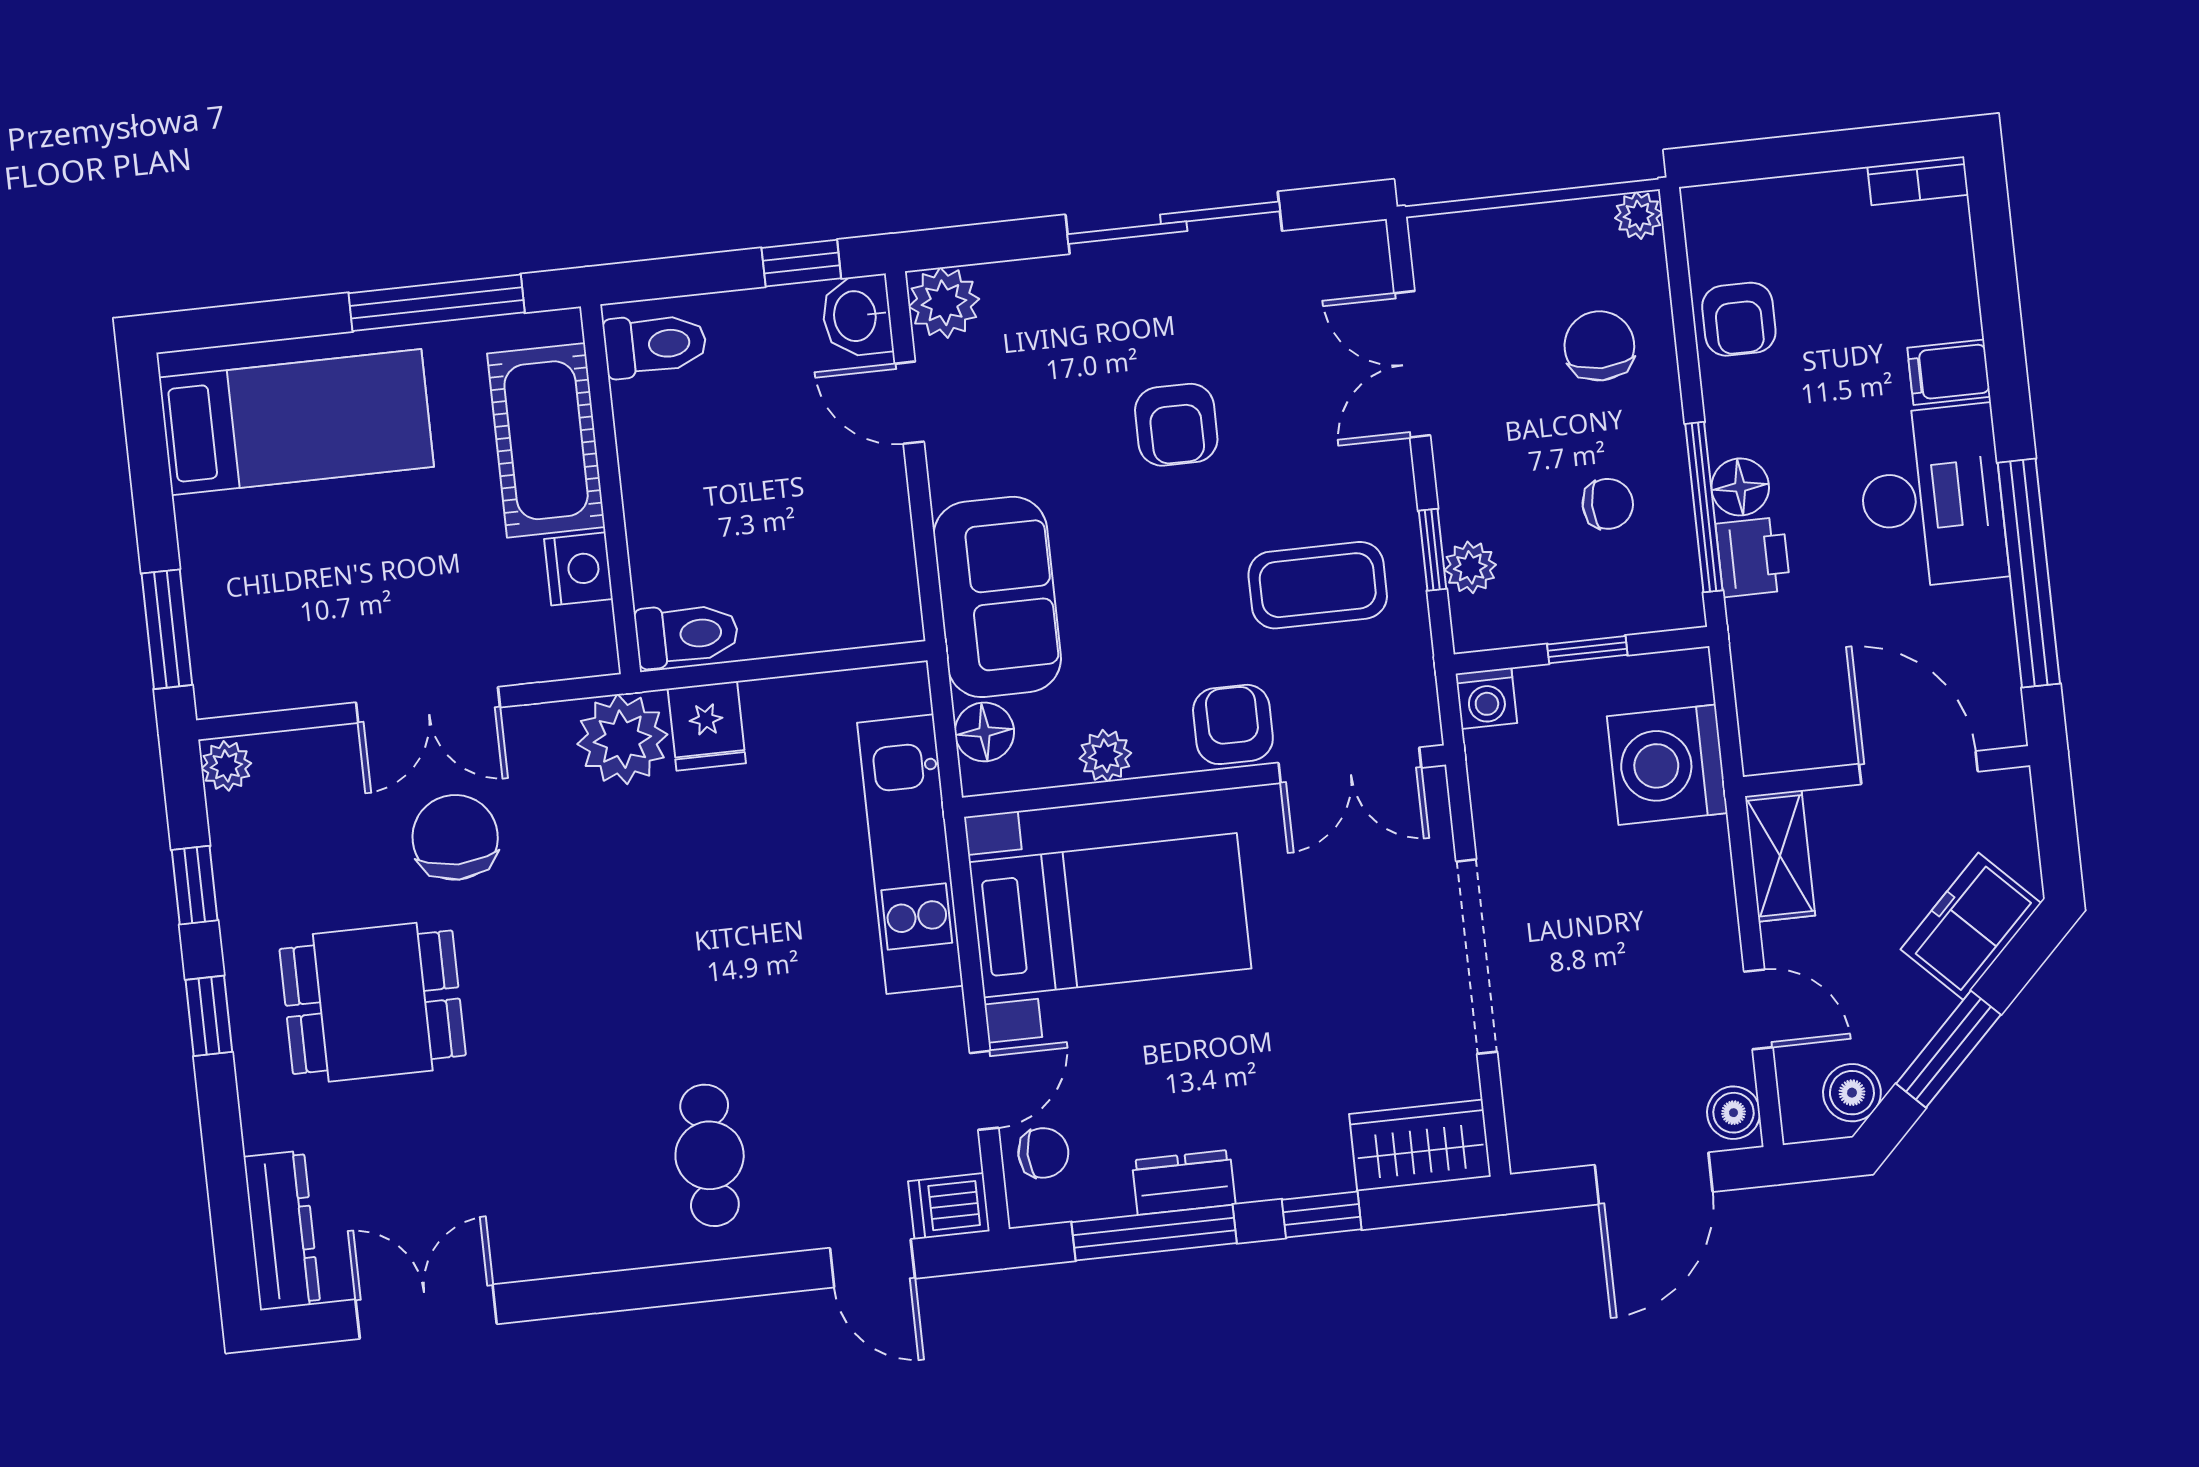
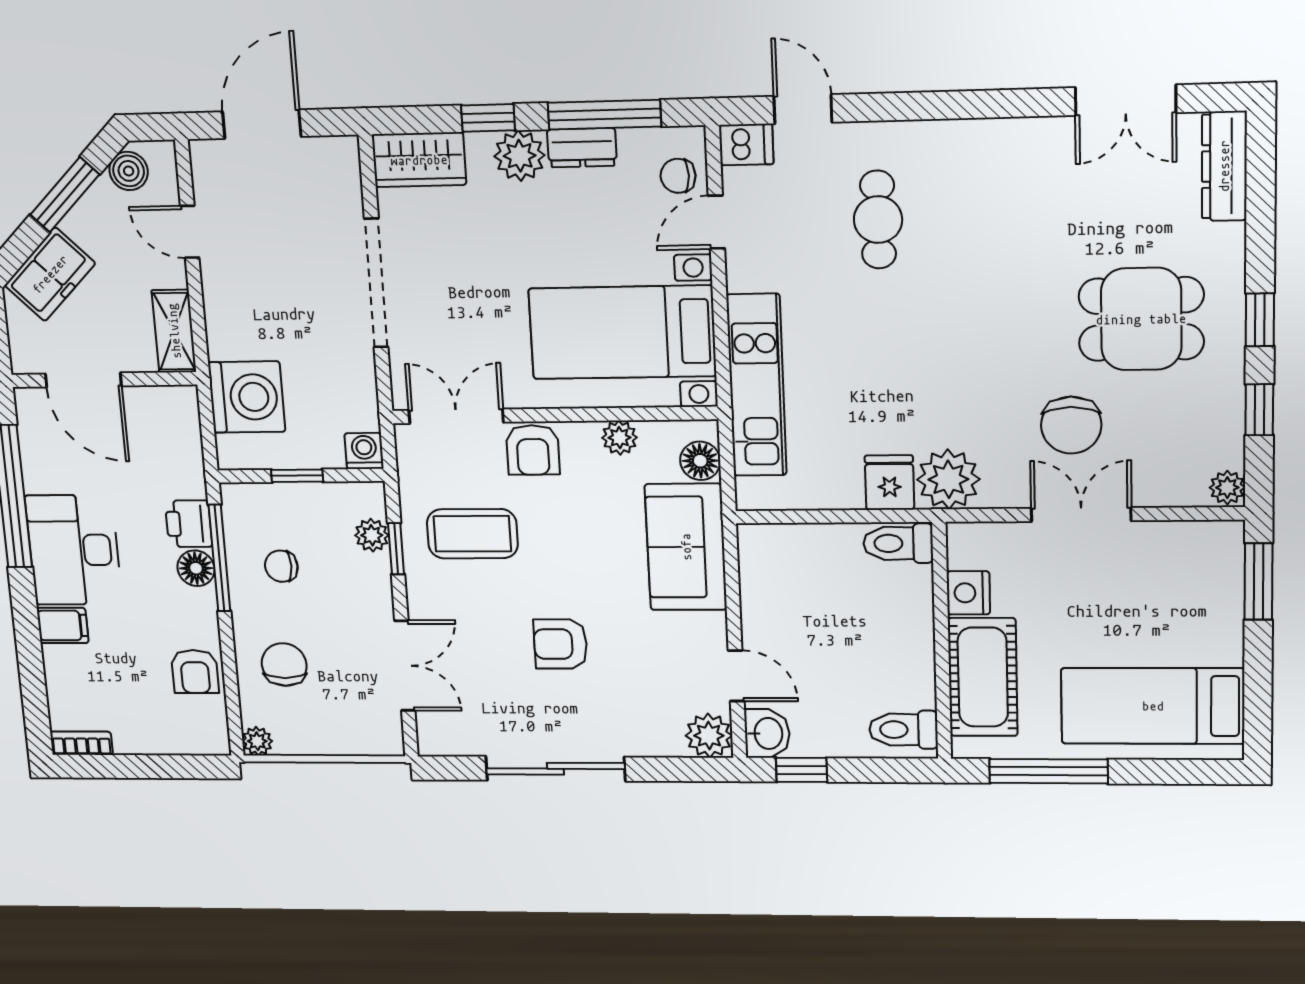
armchair: (1739, 319) -> (195, 672), turned 180
chair: (1599, 346) -> (284, 665), turned 180
armchair: (1176, 425) -> (560, 644), turned -90
boiler: (1733, 1113) -> (207, 164), removed
cafe table: (710, 1155) -> (878, 220), moved
plant: (1273, 1163) -> (520, 156), added

